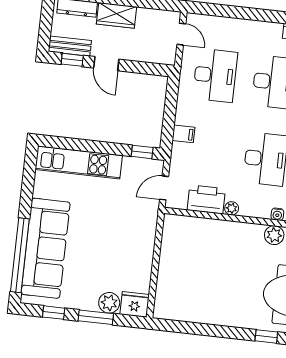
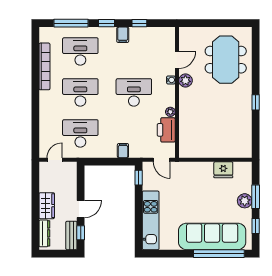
plant: (109, 303) -> (245, 201), moved
fridge: (135, 304) -> (223, 170), moved, turned -90
window: (266, 336) -> (256, 102), moved

